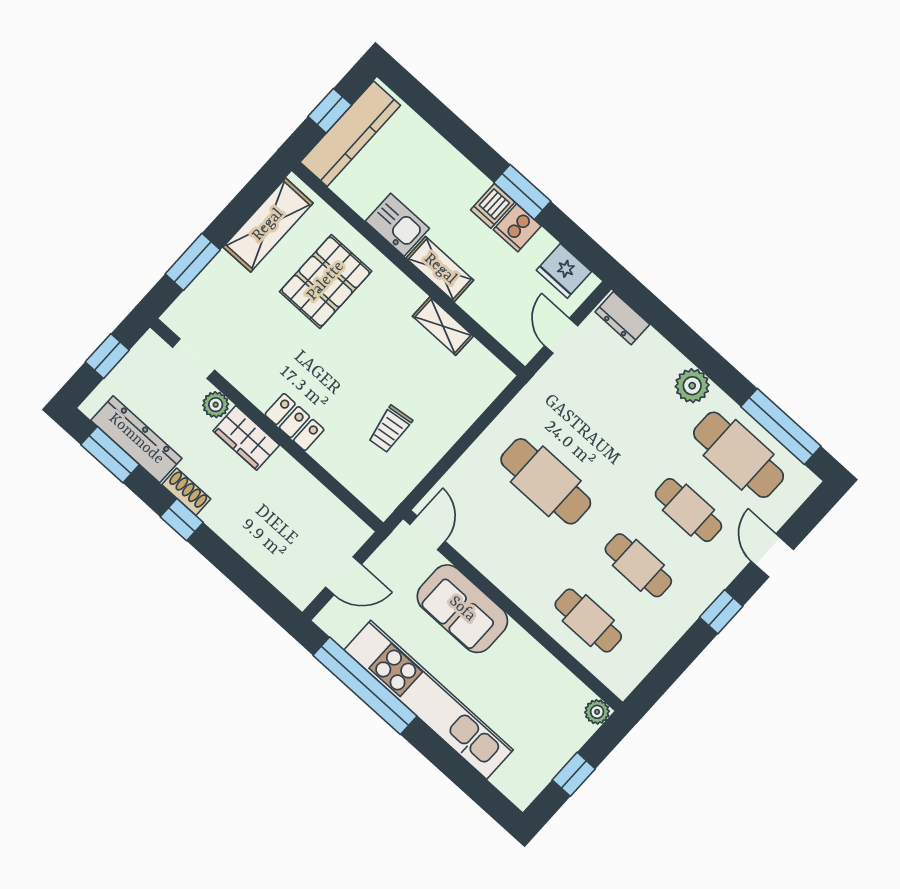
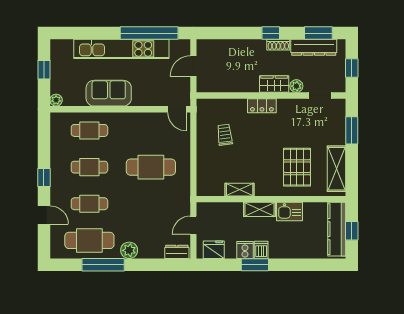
door: (561, 336) -> (193, 225), swing flipped
window: (781, 426) -> (103, 265), moved
sofa: (462, 609) -> (109, 93), moved

